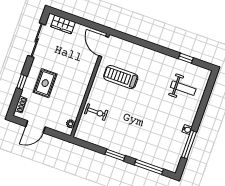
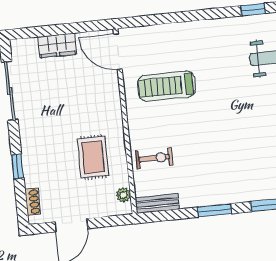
wardrobe: (63, 24) -> (57, 45), moved
rug: (45, 83) -> (93, 157), moved
bench: (87, 137) -> (158, 203), added

